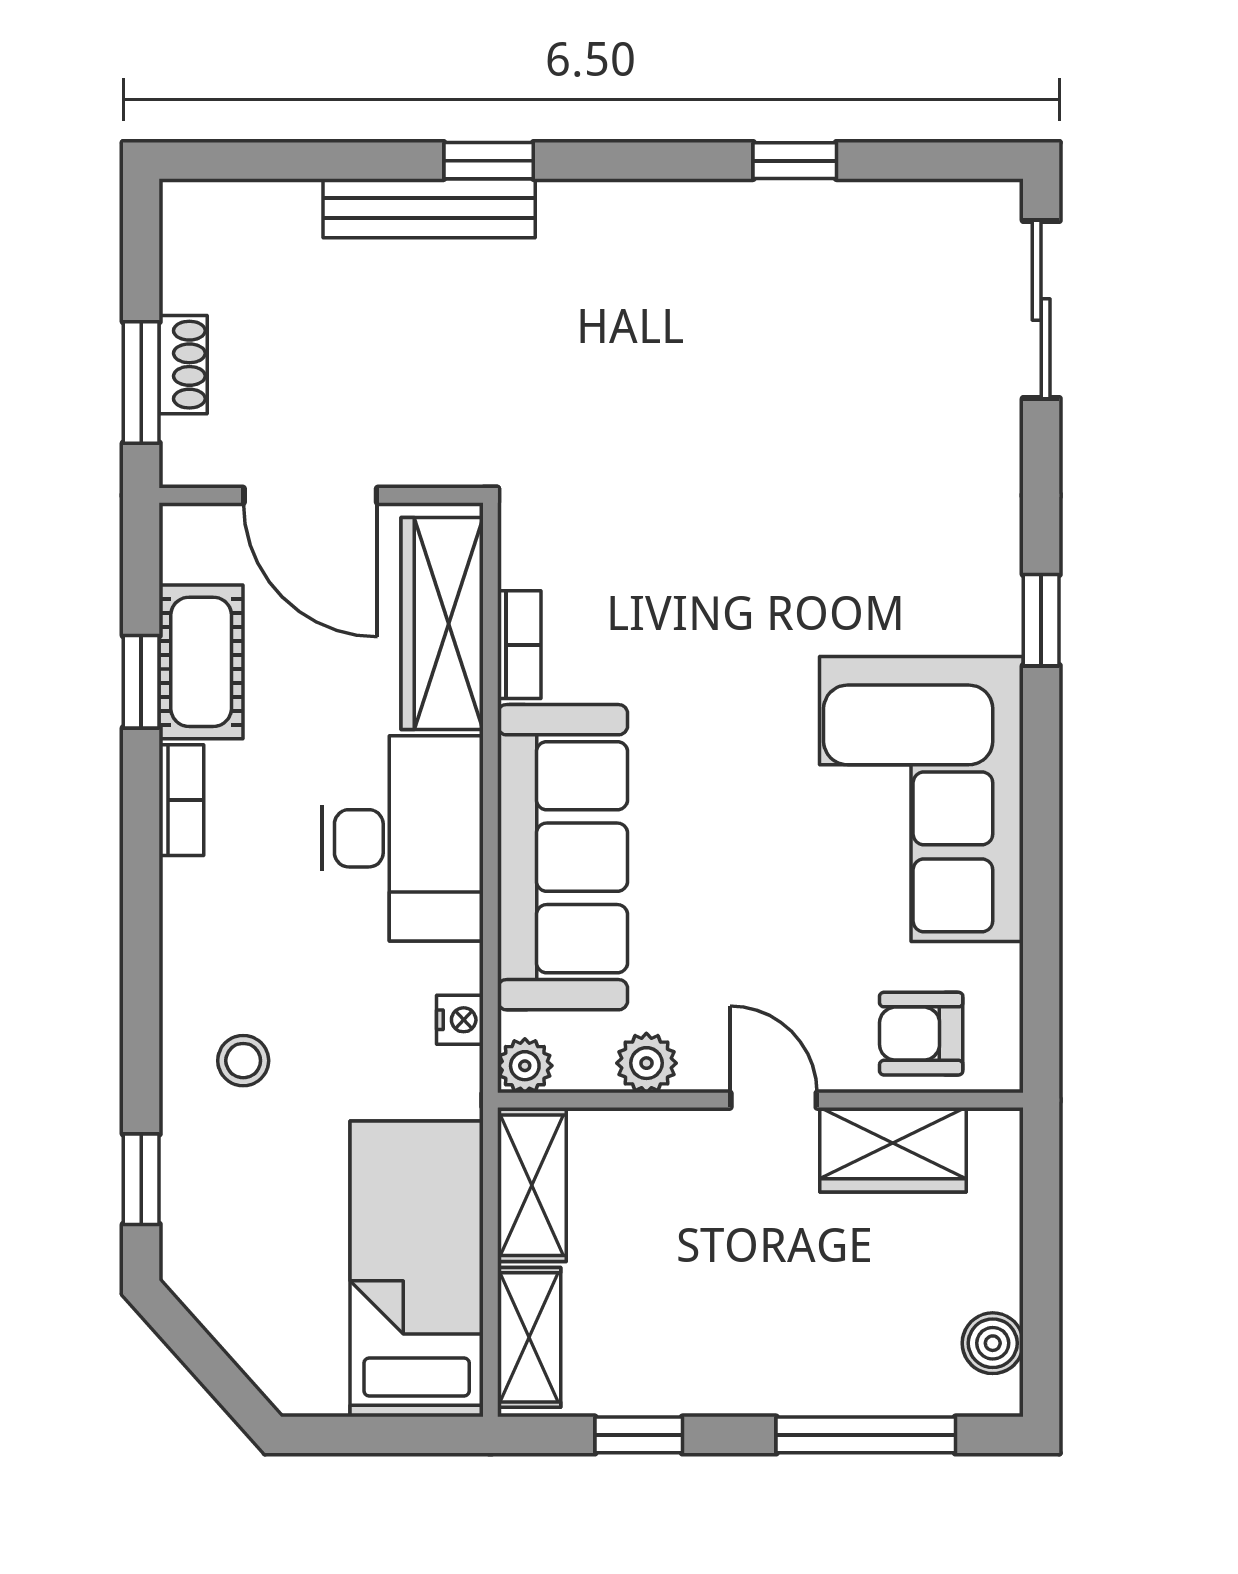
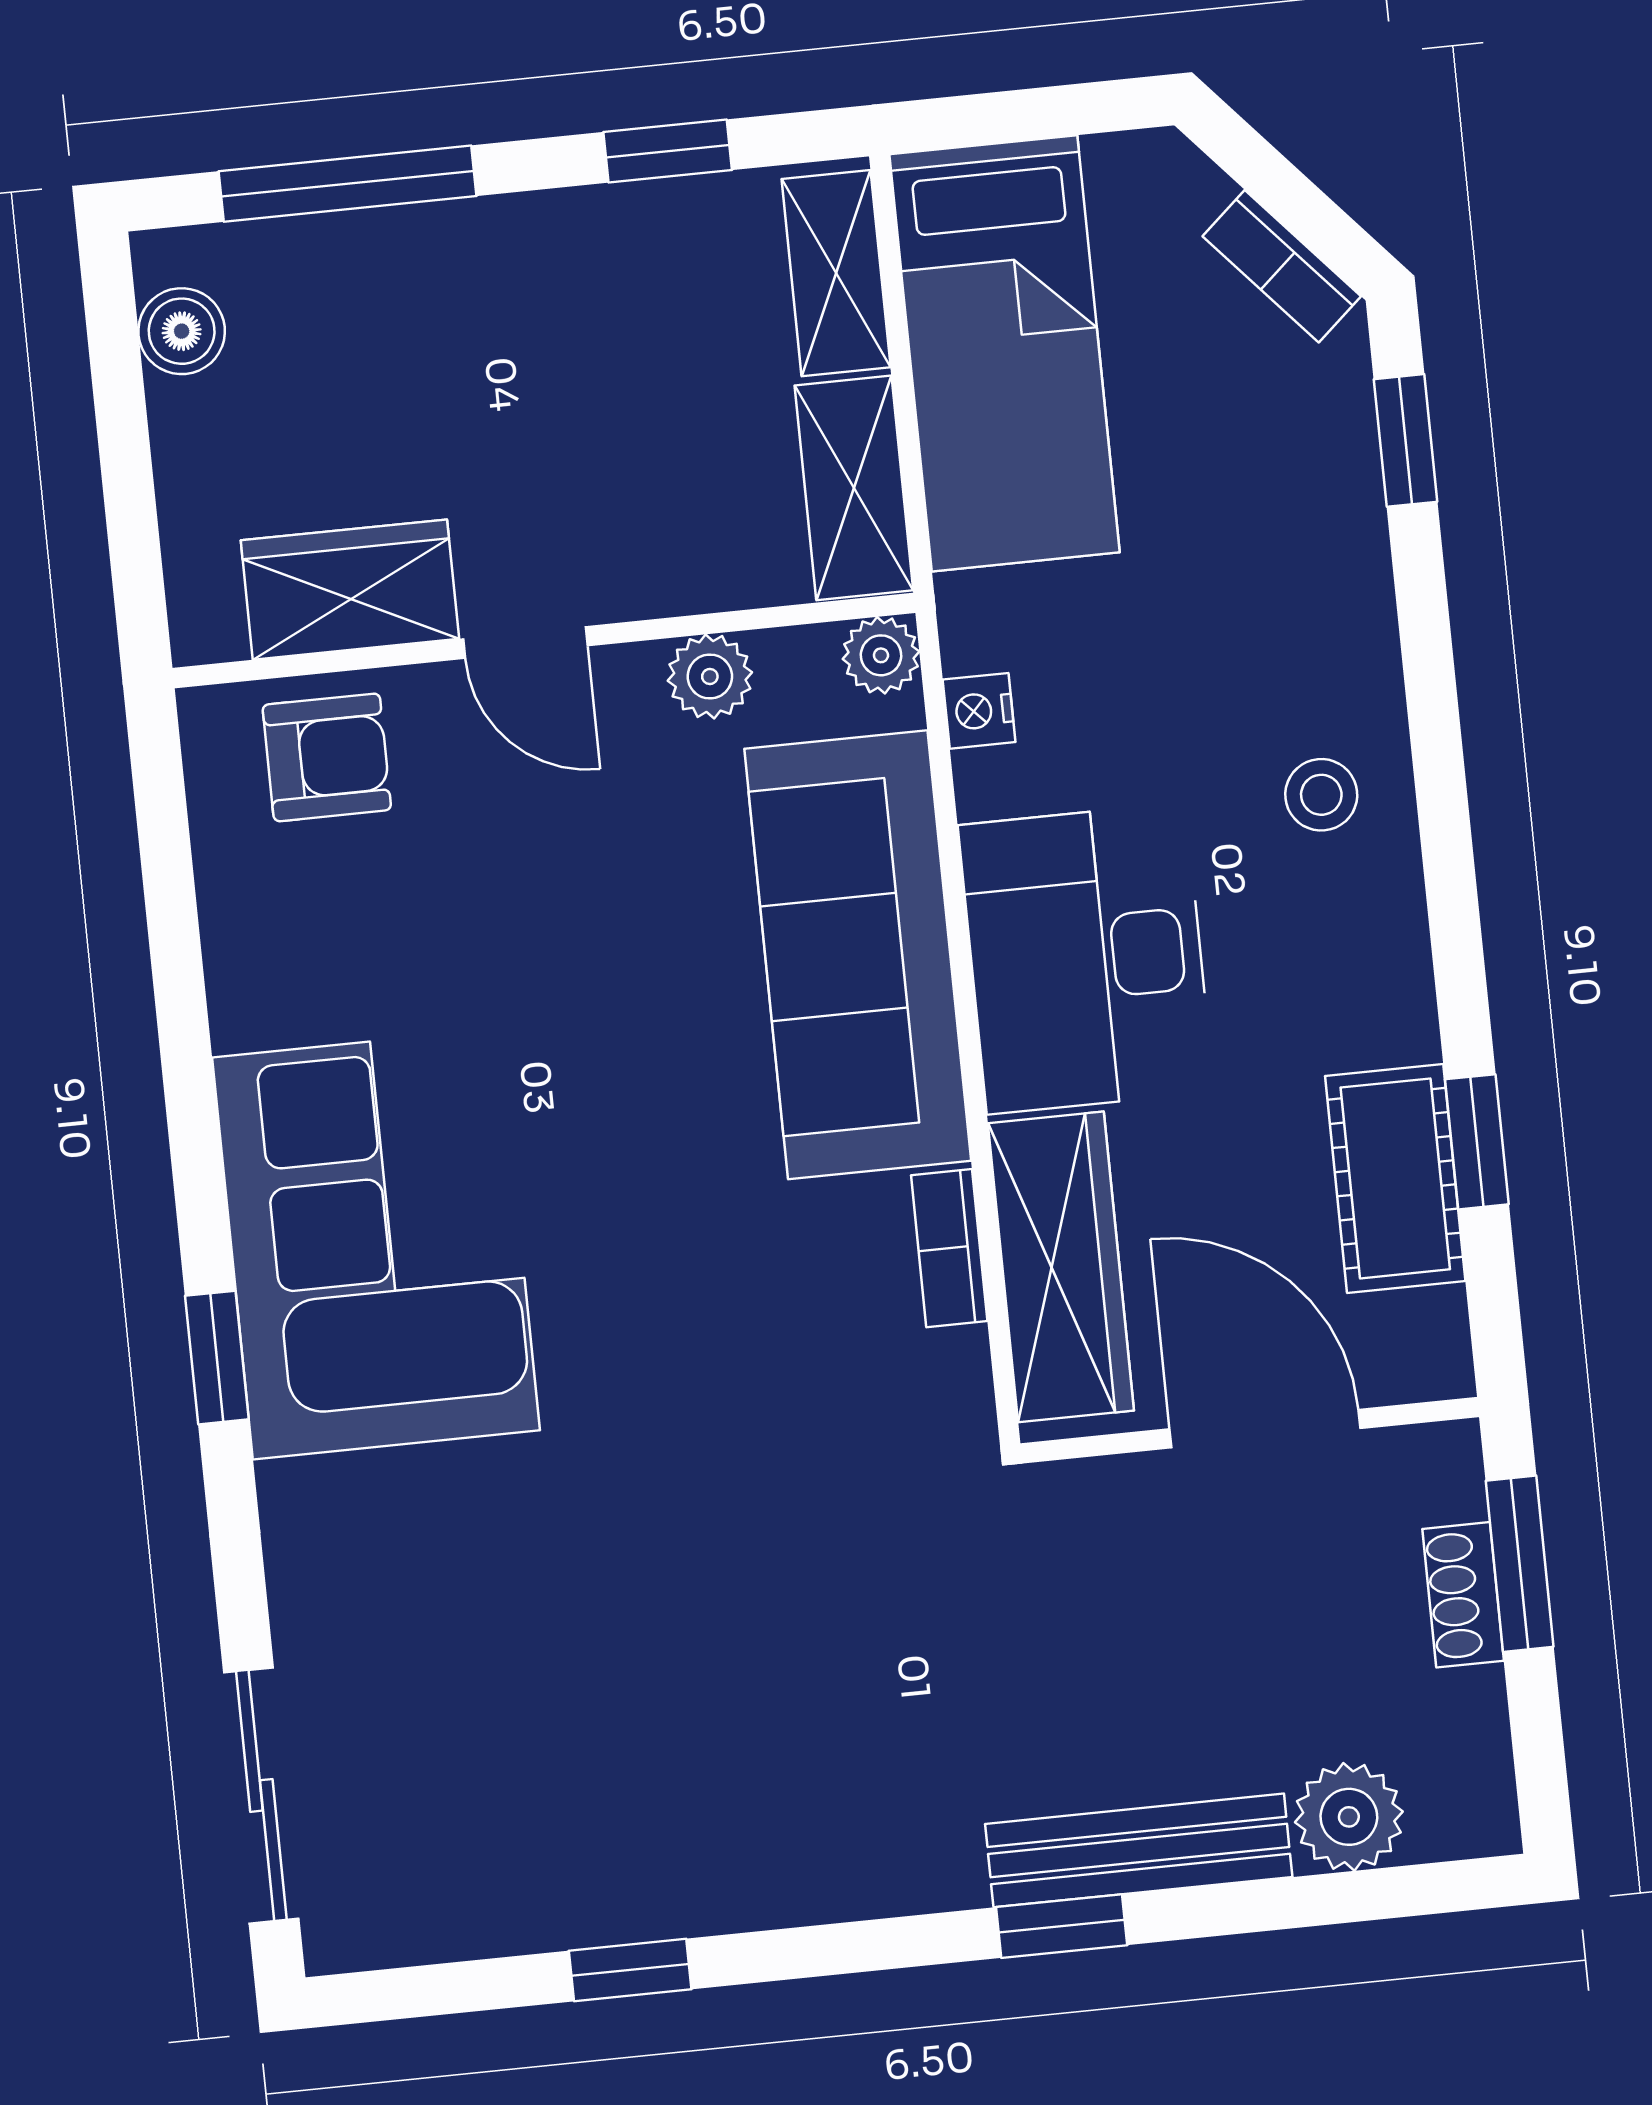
plant: (279, 217) -> (1349, 1817), added
corner sofa: (921, 799) -> (376, 1244), moved
bookcase: (181, 800) -> (1282, 266), moved, turned -42
stool: (243, 1061) -> (1321, 795), moved

